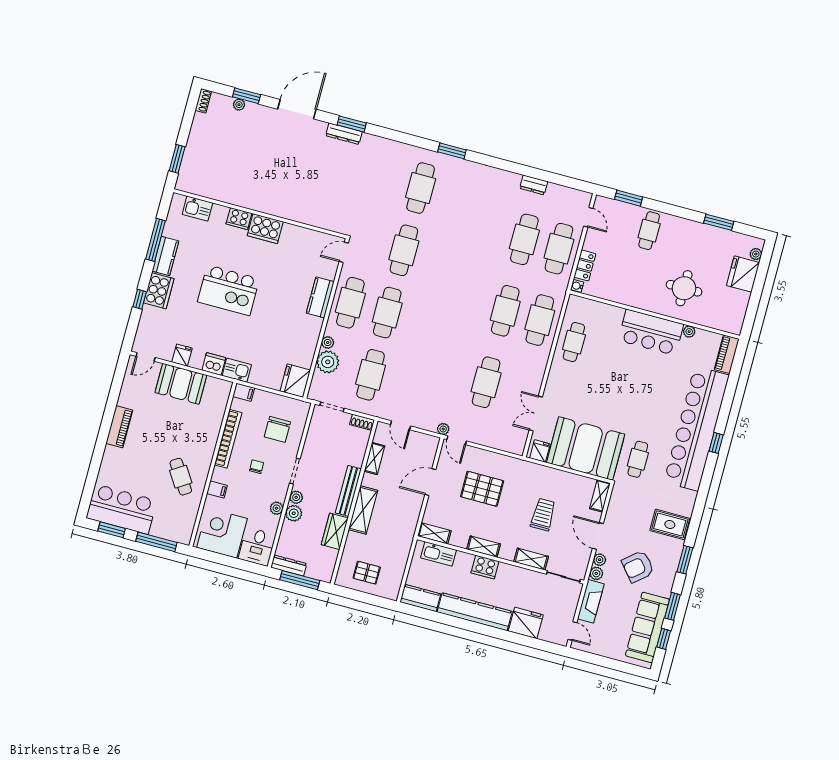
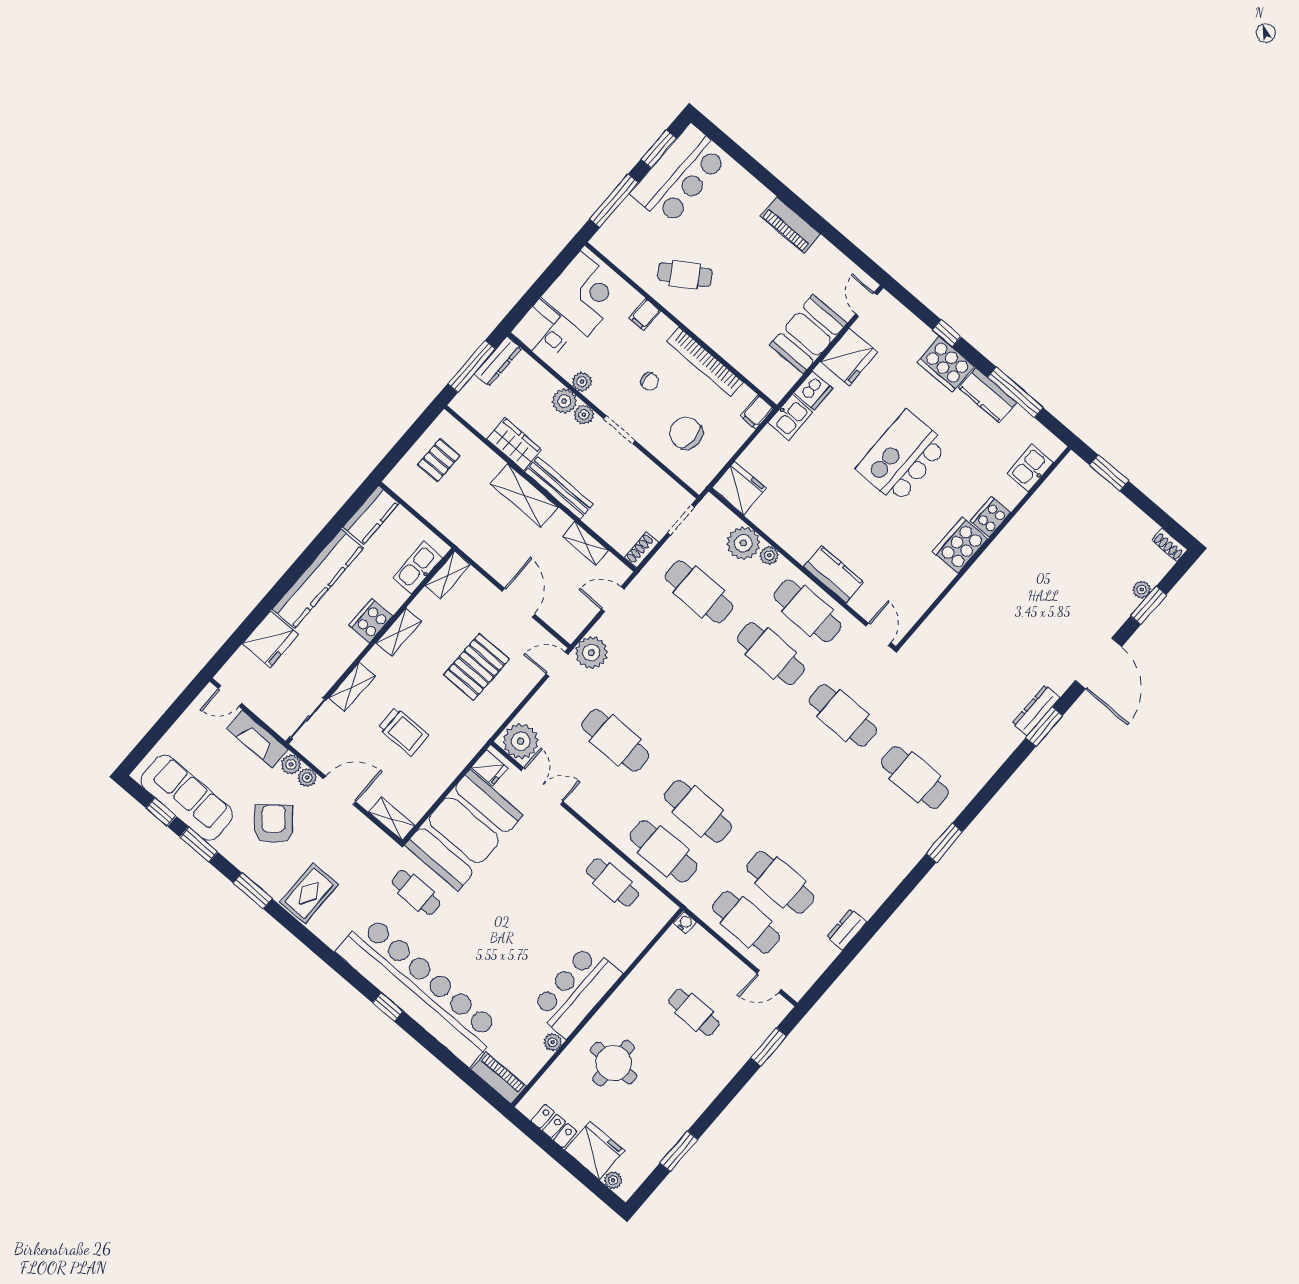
cafe table: (649, 231) -> (694, 1012), moved
locker: (585, 265) -> (554, 1126), moved, turned 180
fridge: (182, 355) -> (849, 357), width x1.88, depth x1.34
plant: (443, 429) -> (591, 653), width x1.88, depth x1.88
plant: (515, 440) -> (521, 741), added

